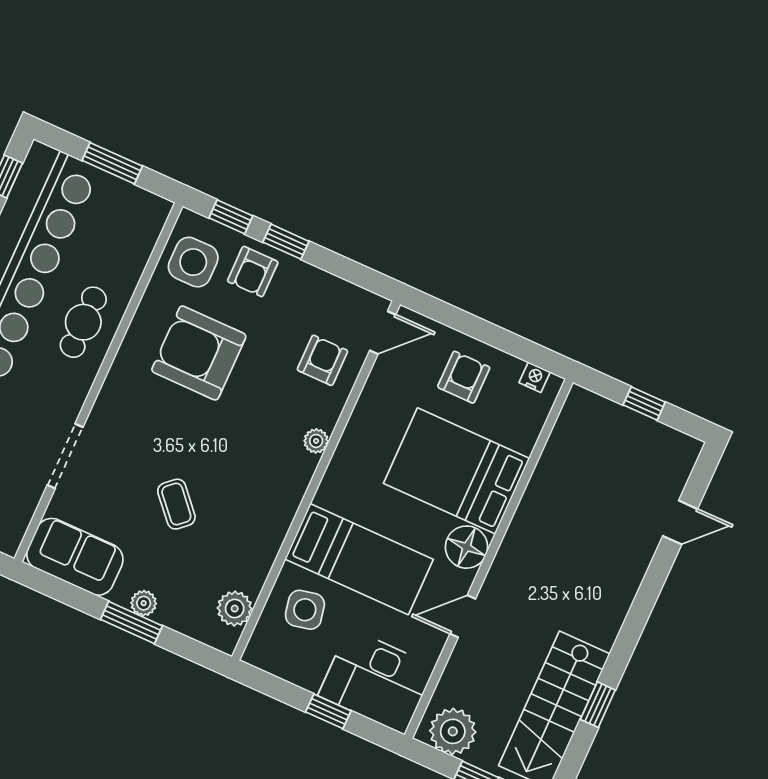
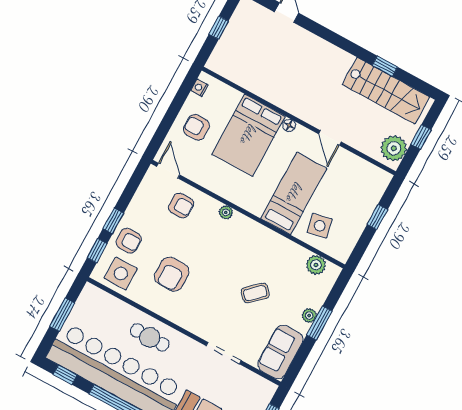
armchair: (199, 353) -> (172, 274), width x0.73, depth x0.73
armchair: (322, 360) -> (181, 205), turned 180
floor lamp: (467, 547) -> (289, 125), width x0.53, depth x0.53
desk: (377, 681) -> (362, 189), removed

